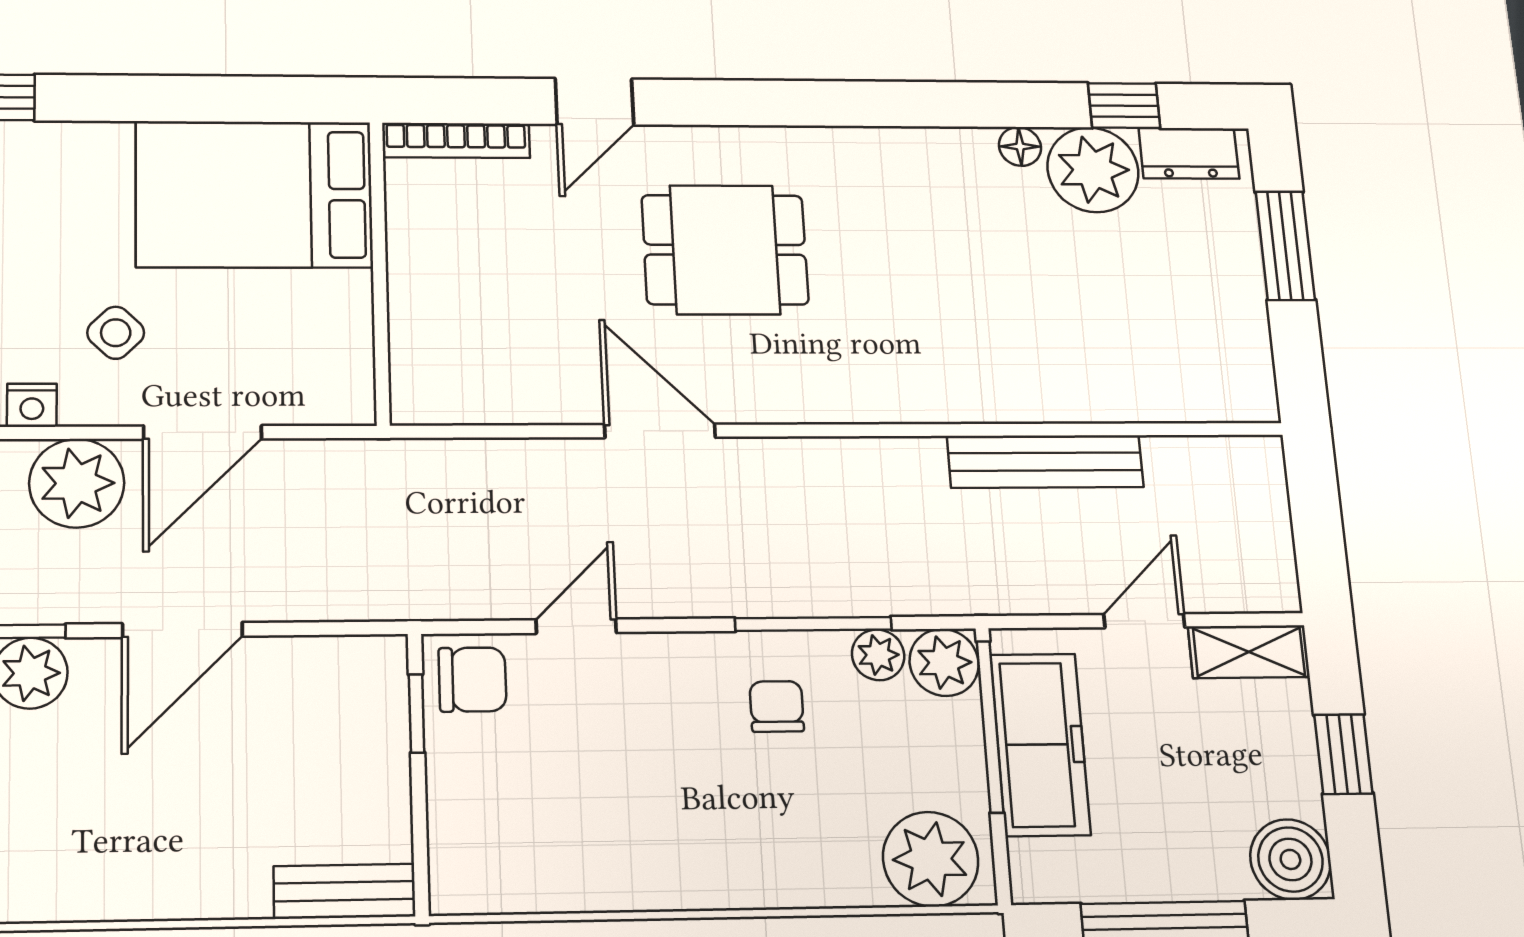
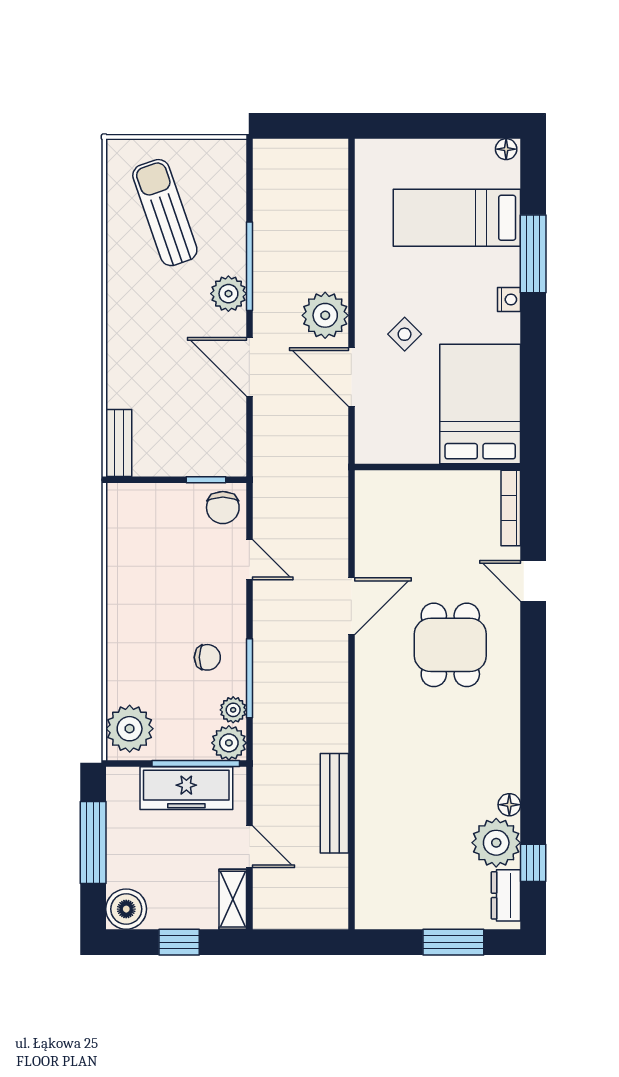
nightstand: (32, 405) -> (509, 300), moved, turned 180

